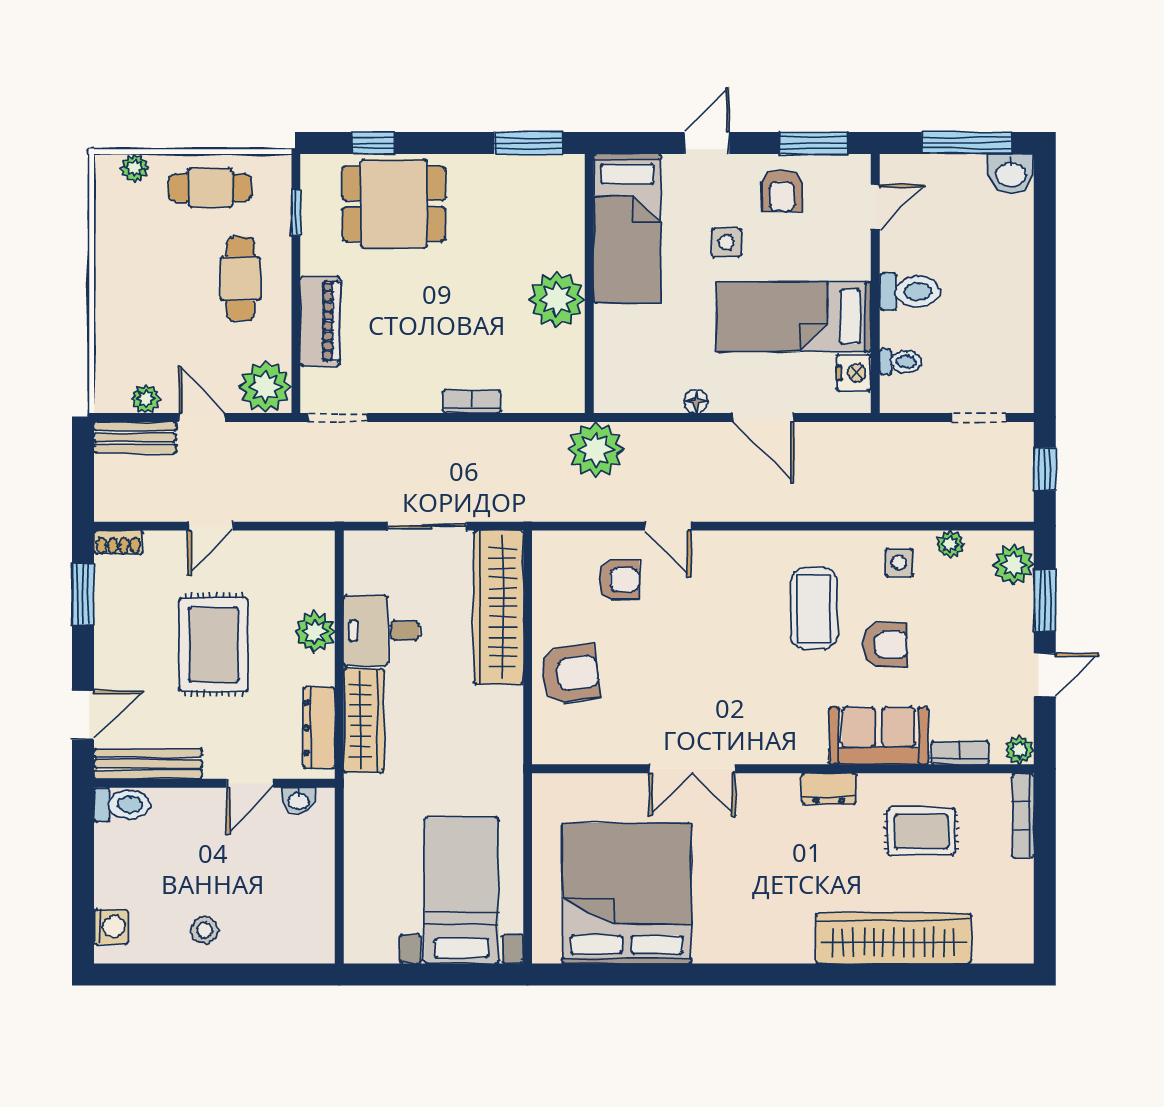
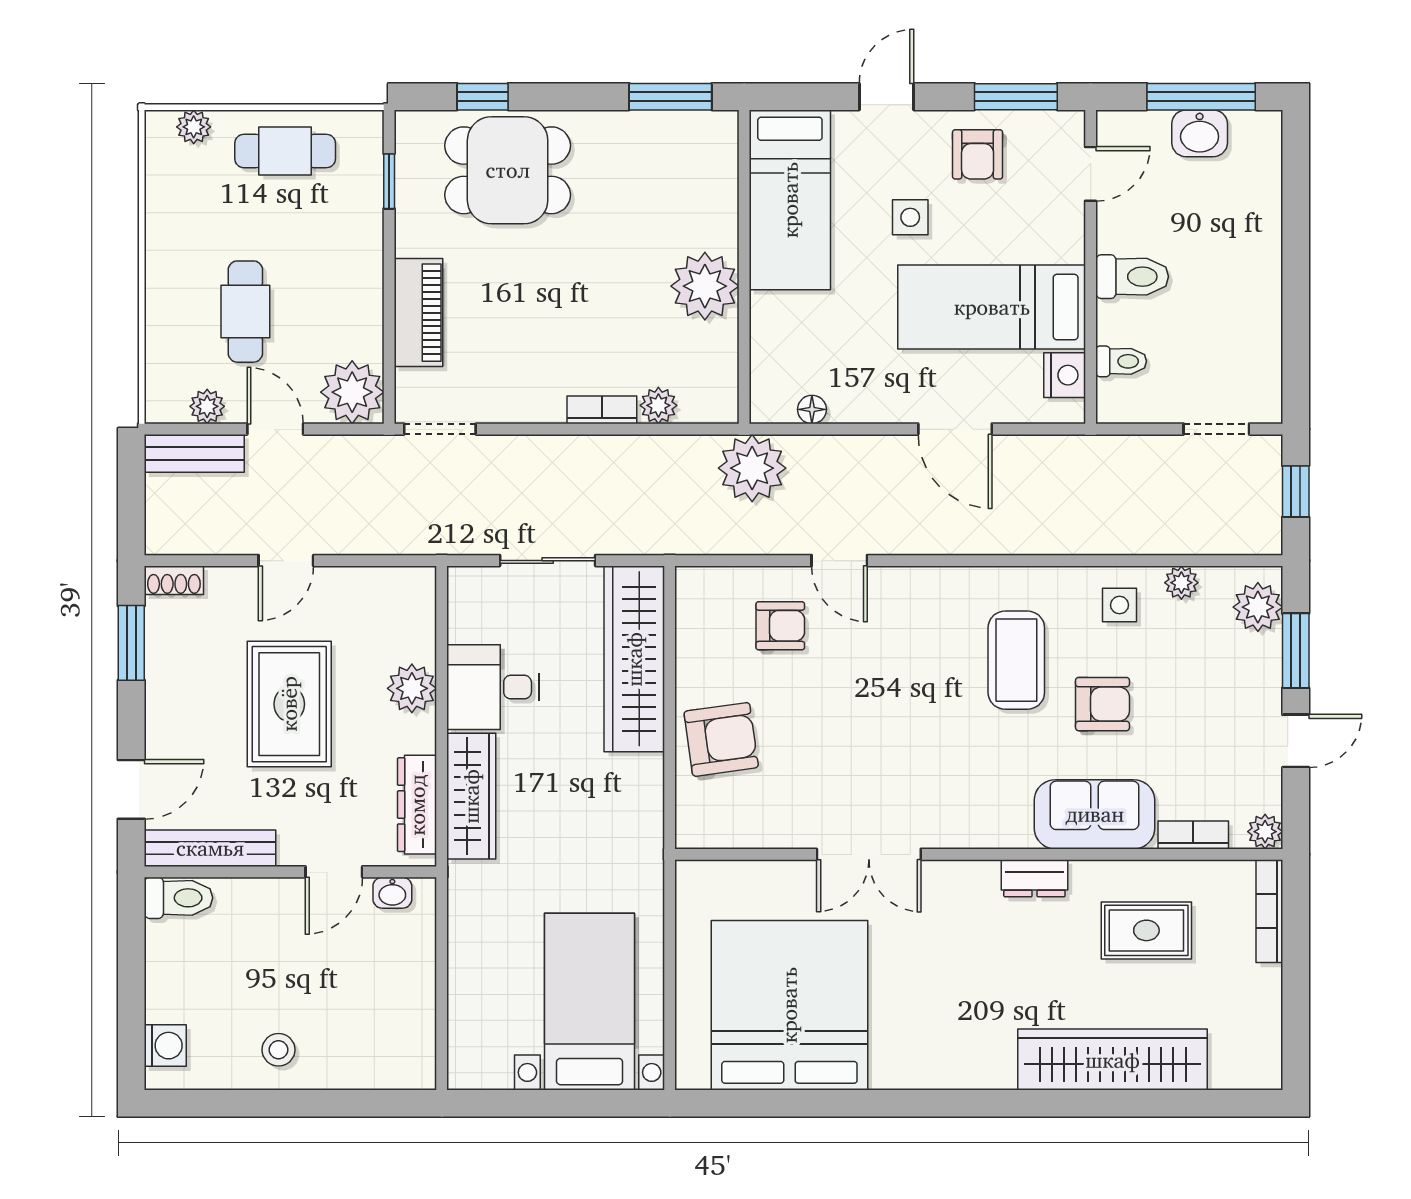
washbasin: (1011, 173) -> (1200, 133), moved
cafe table: (241, 279) -> (245, 312), moved
plant: (518, 398) -> (658, 405), added
floor lamp: (696, 401) -> (812, 409), moved

